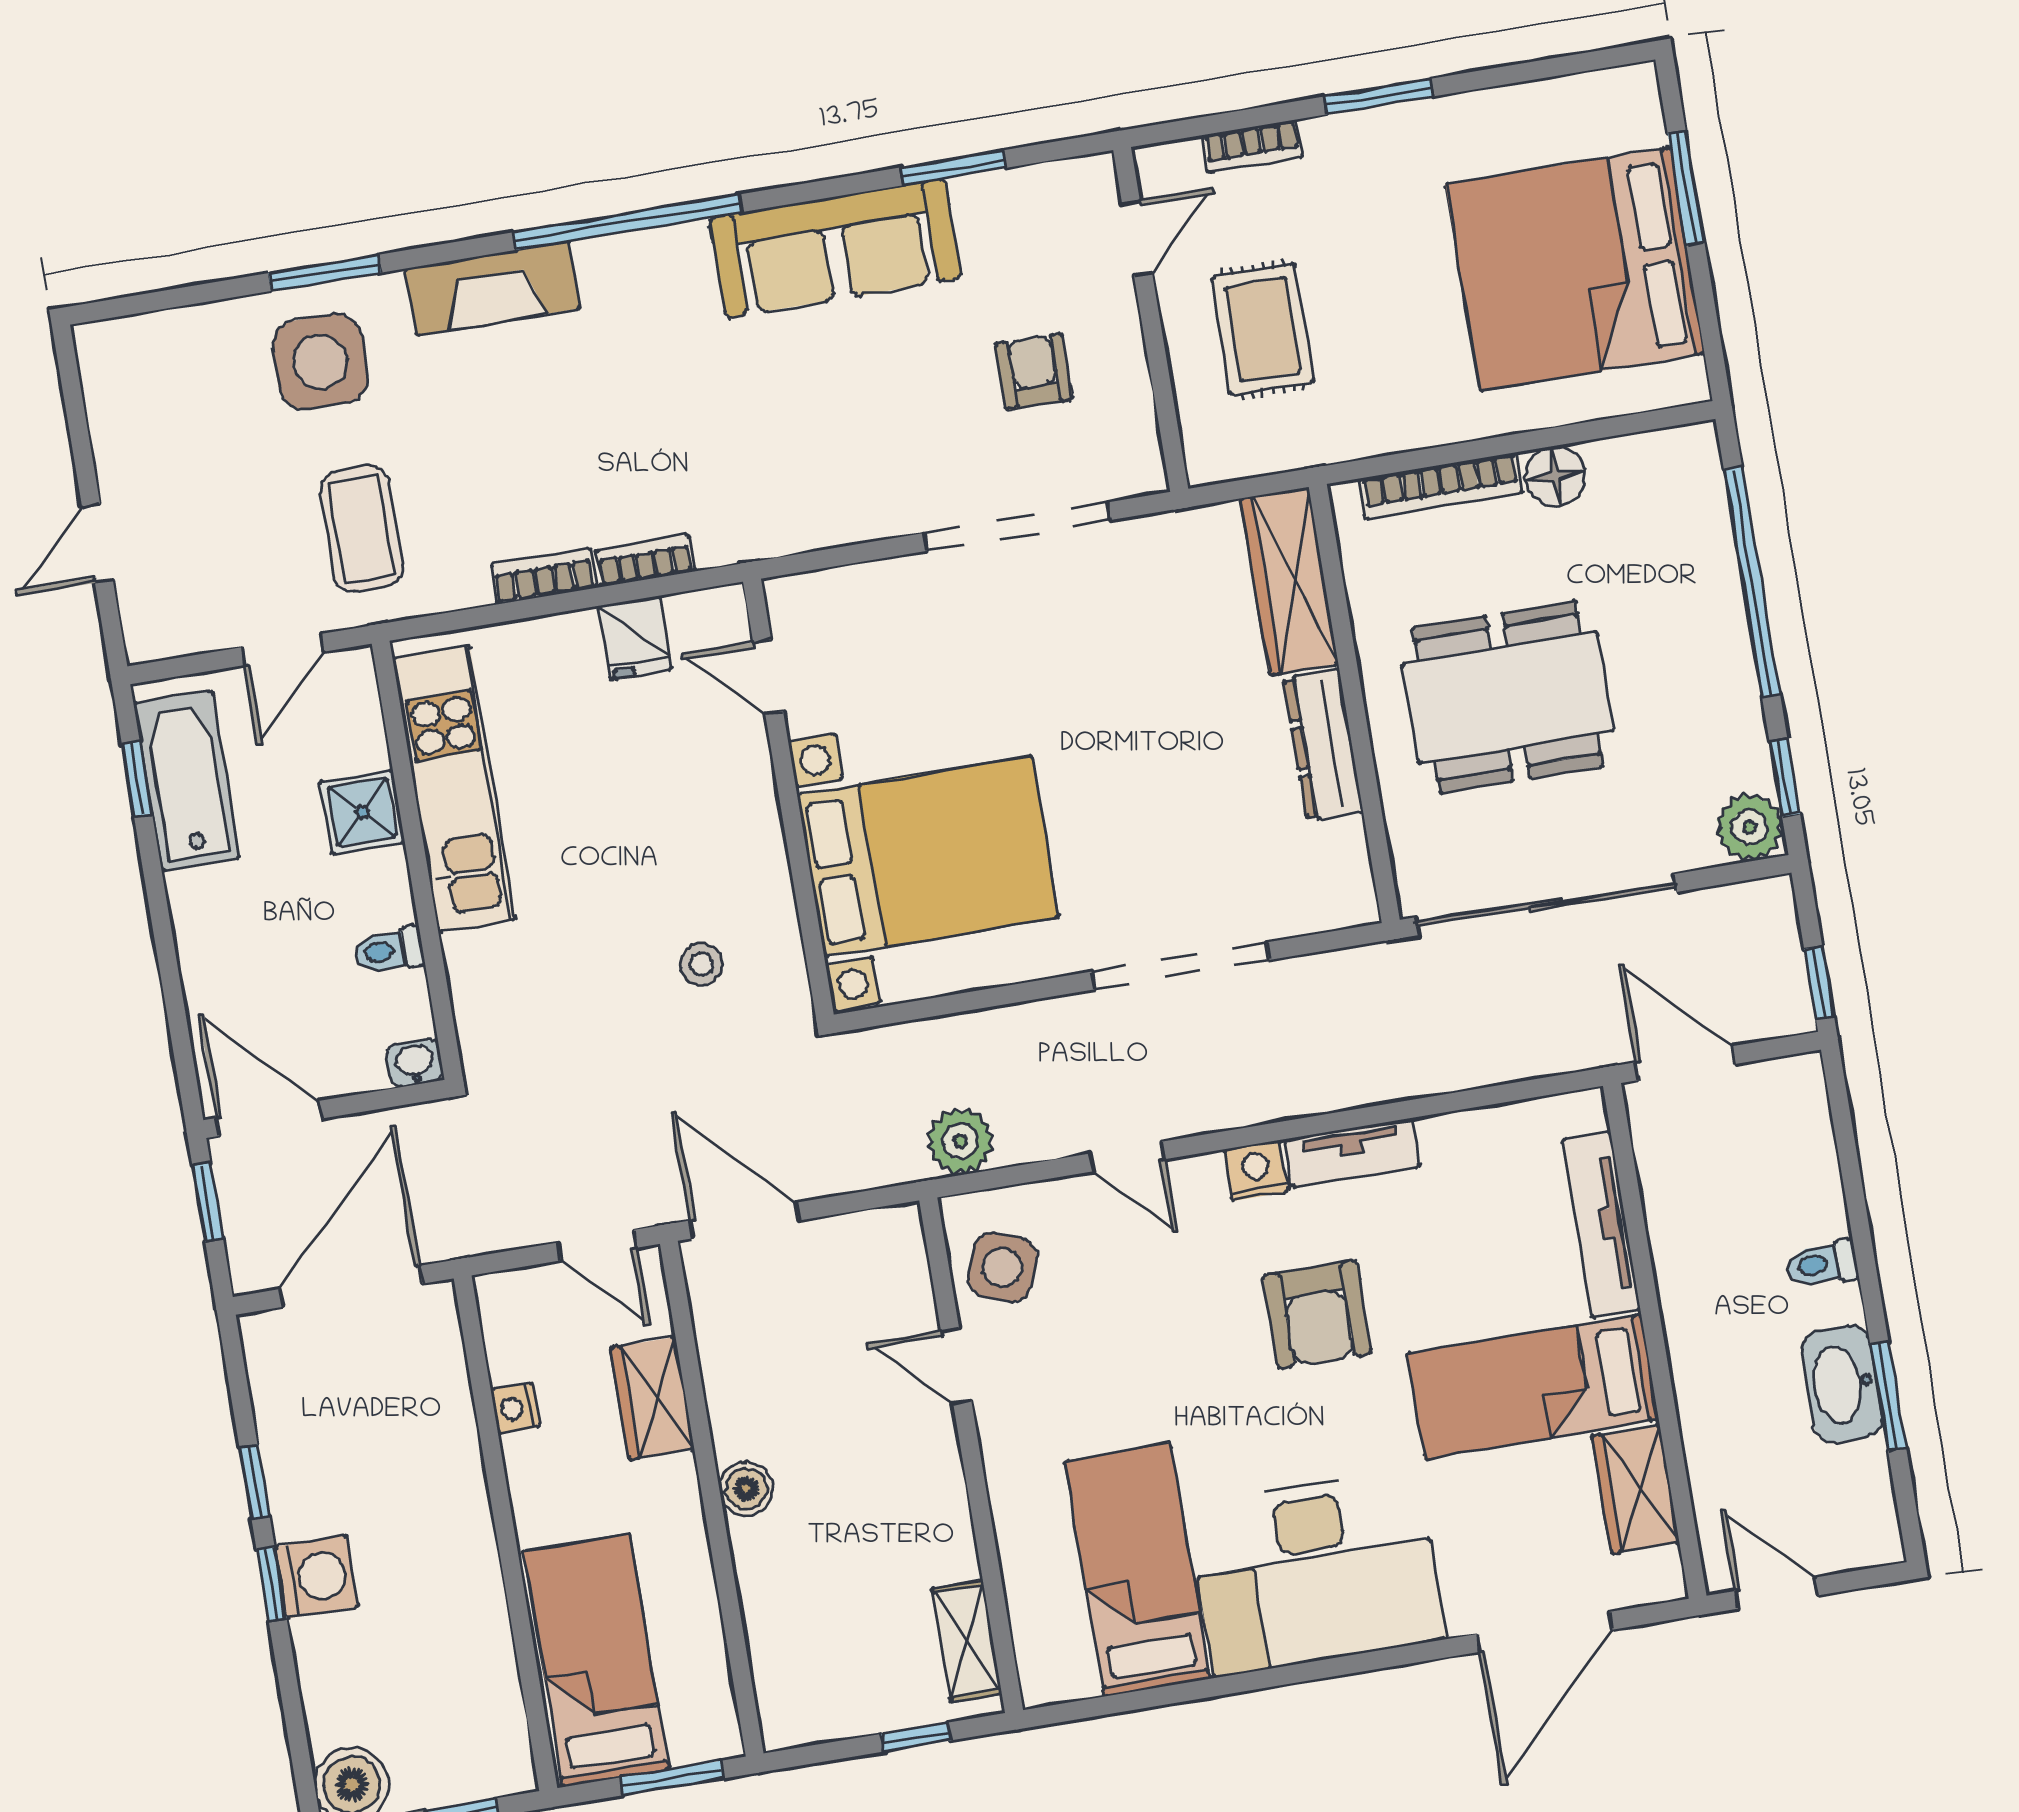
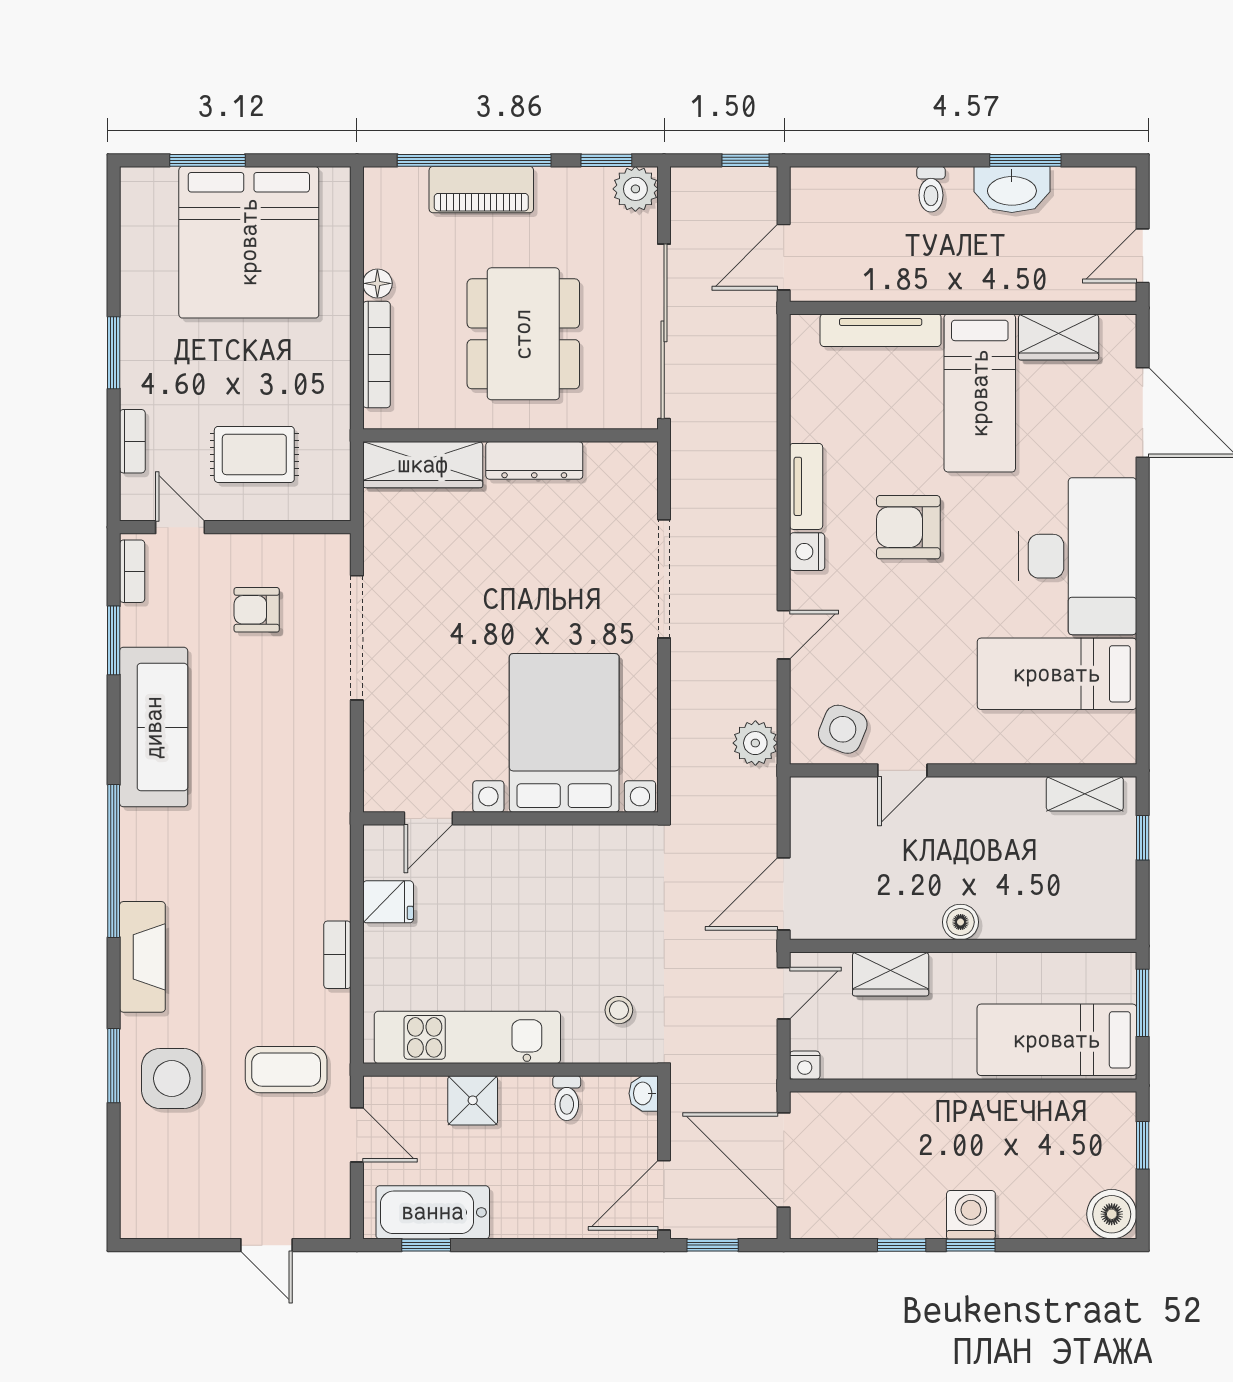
floor lamp: (1555, 476) -> (377, 283), width x0.73, depth x0.73
bookcase: (645, 561) -> (132, 571), moved, turned 180
piano: (1710, 600) -> (481, 190), added
stool: (701, 964) -> (619, 1010), moved
armchair: (1317, 1314) -> (908, 527), turned 180
nightstand: (515, 1408) -> (805, 1065), moved

